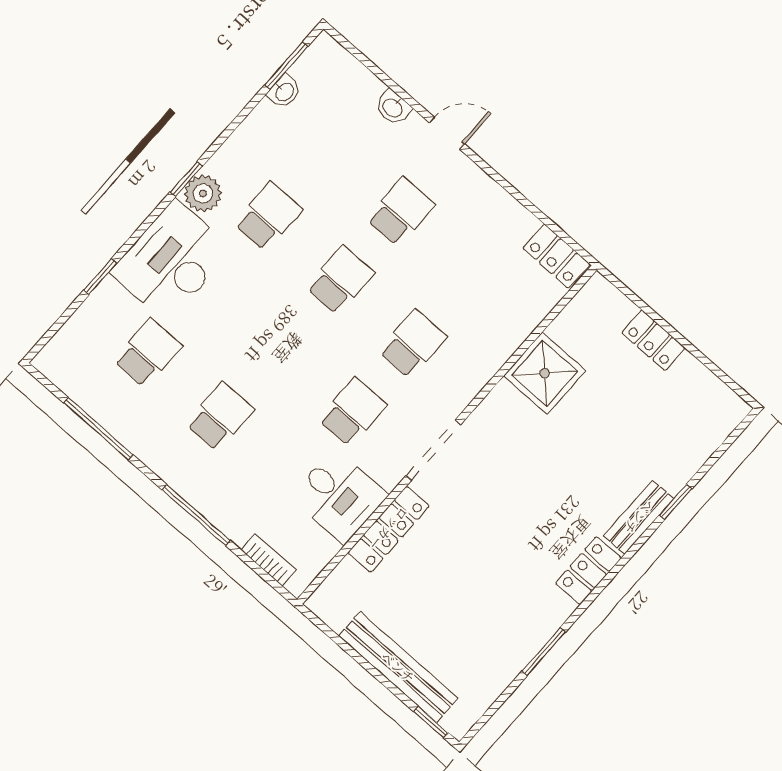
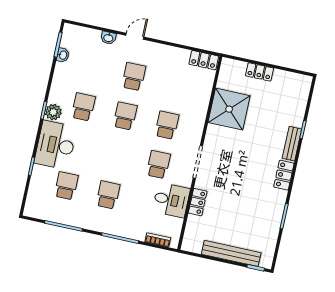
shower: (545, 373) -> (229, 109), width x1.37, depth x1.37
locker: (389, 529) -> (198, 202), width x0.66

